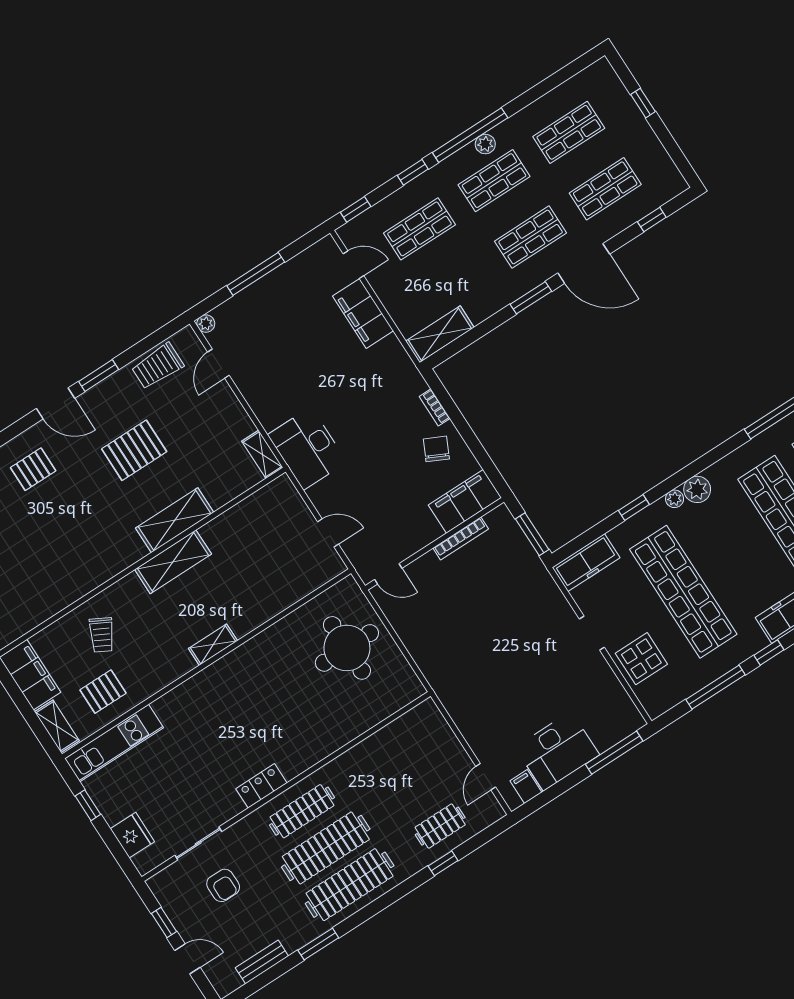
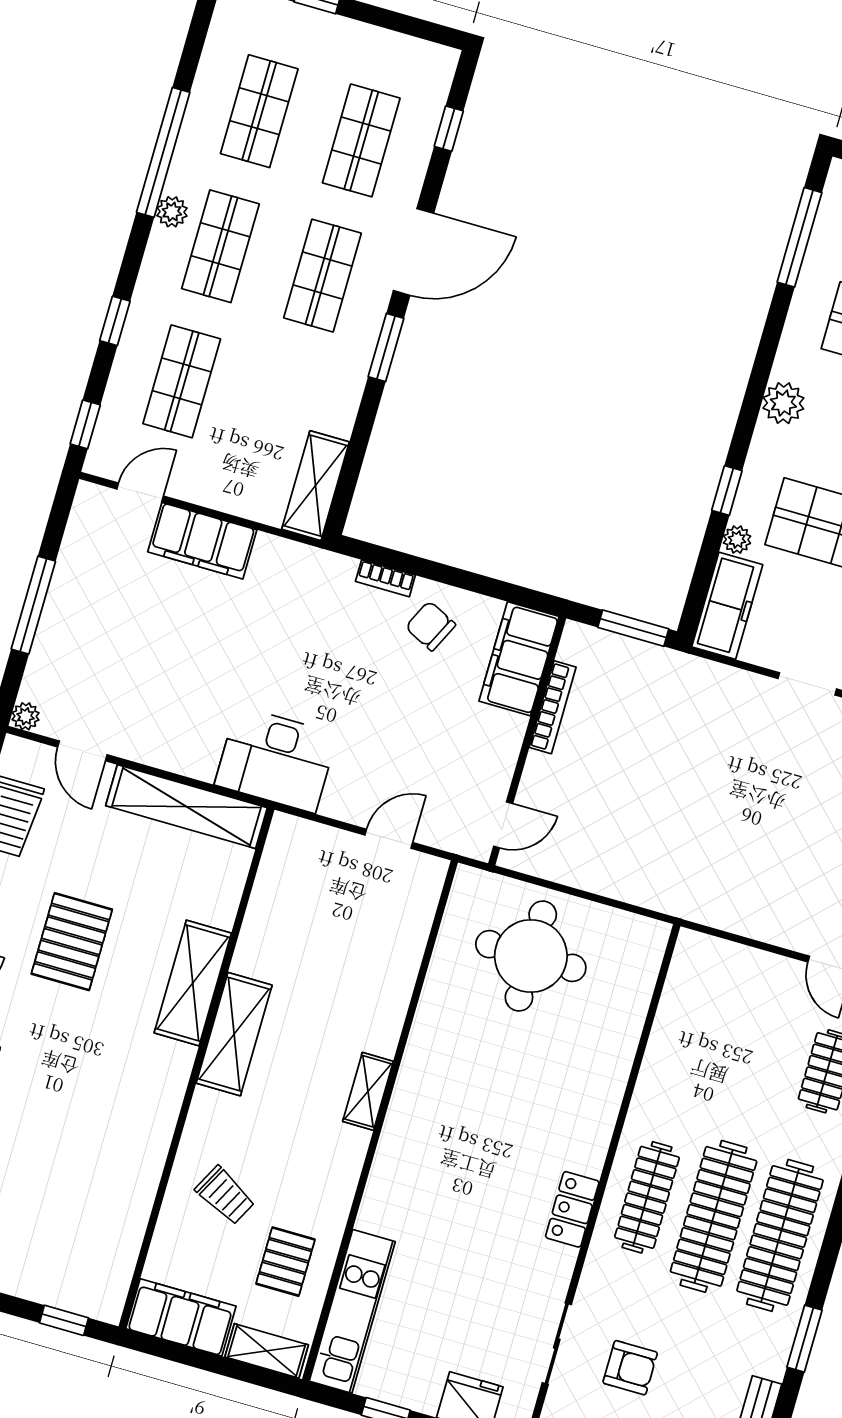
window: (470, 135) -> (163, 152), moved
shelving: (262, 454) -> (187, 807), width x2.20, depth x1.33
plant: (675, 499) -> (737, 540), moved

